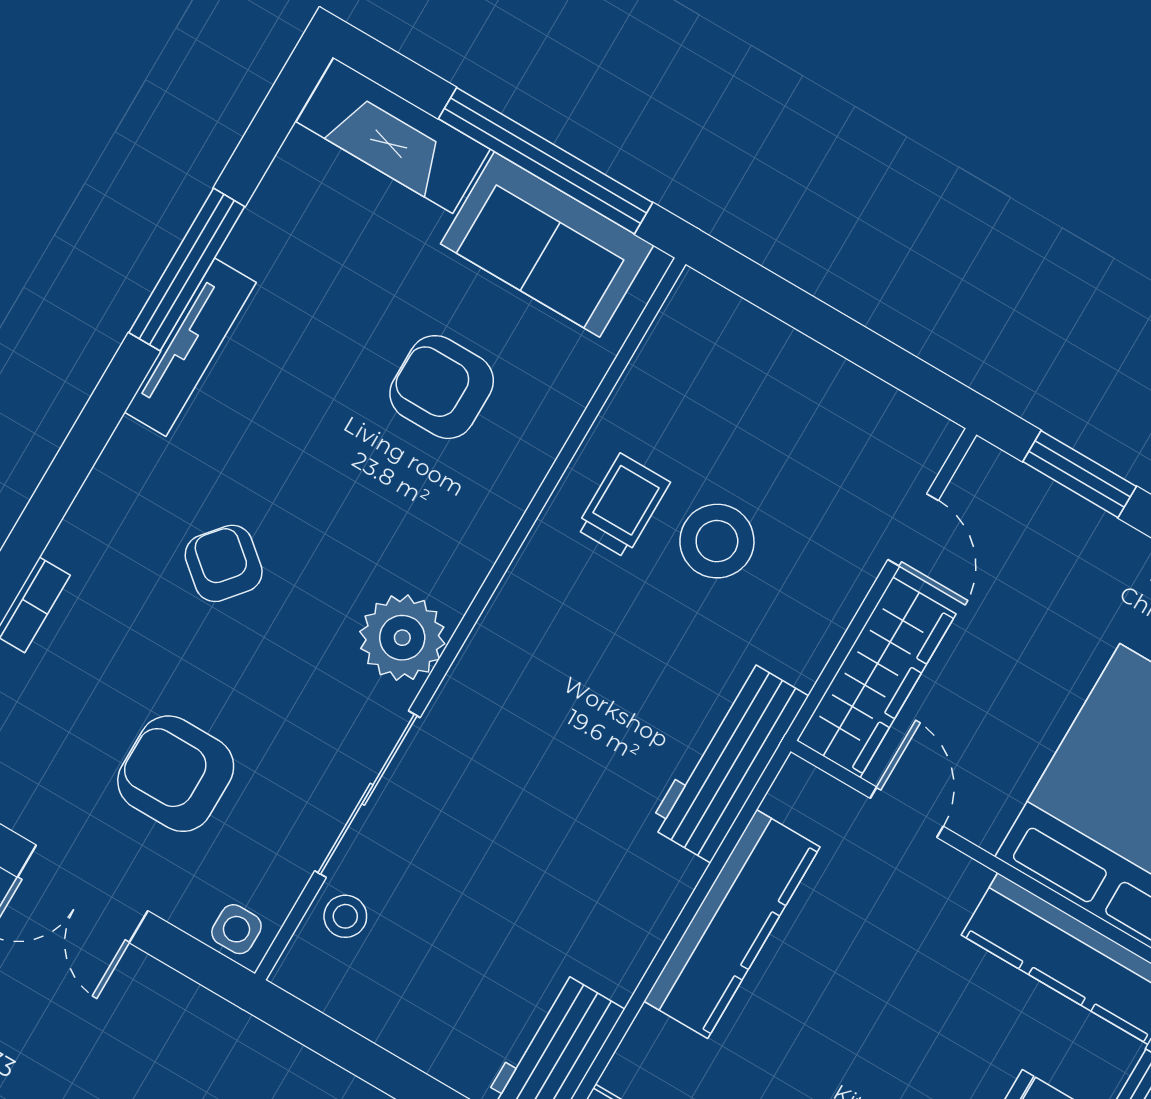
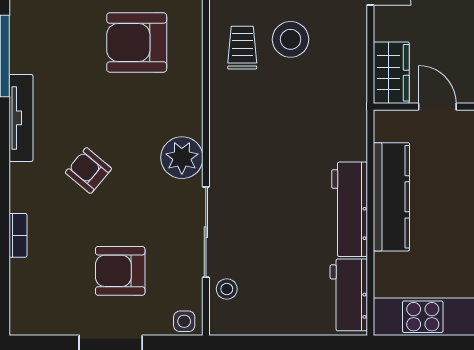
tv unit: (190, 347) -> (21, 118), moved
armchair: (442, 387) -> (137, 42), width x1.36, depth x1.36
wardrobe: (876, 677) -> (391, 73), width x0.67
workbench: (728, 761) -> (350, 209), moved

